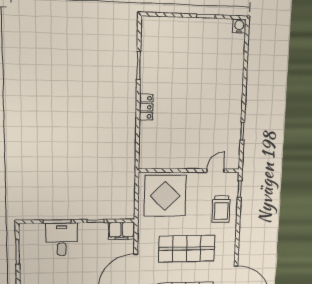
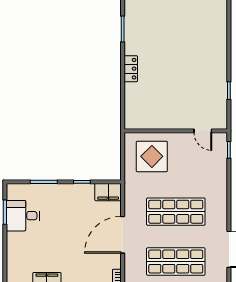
door: (216, 171) -> (203, 131), swing flipped
display table: (165, 196) -> (152, 156), width x0.73, depth x0.73
trolley: (221, 209) -> (210, 171), removed
desk: (62, 239) -> (23, 216), moved, turned -90

